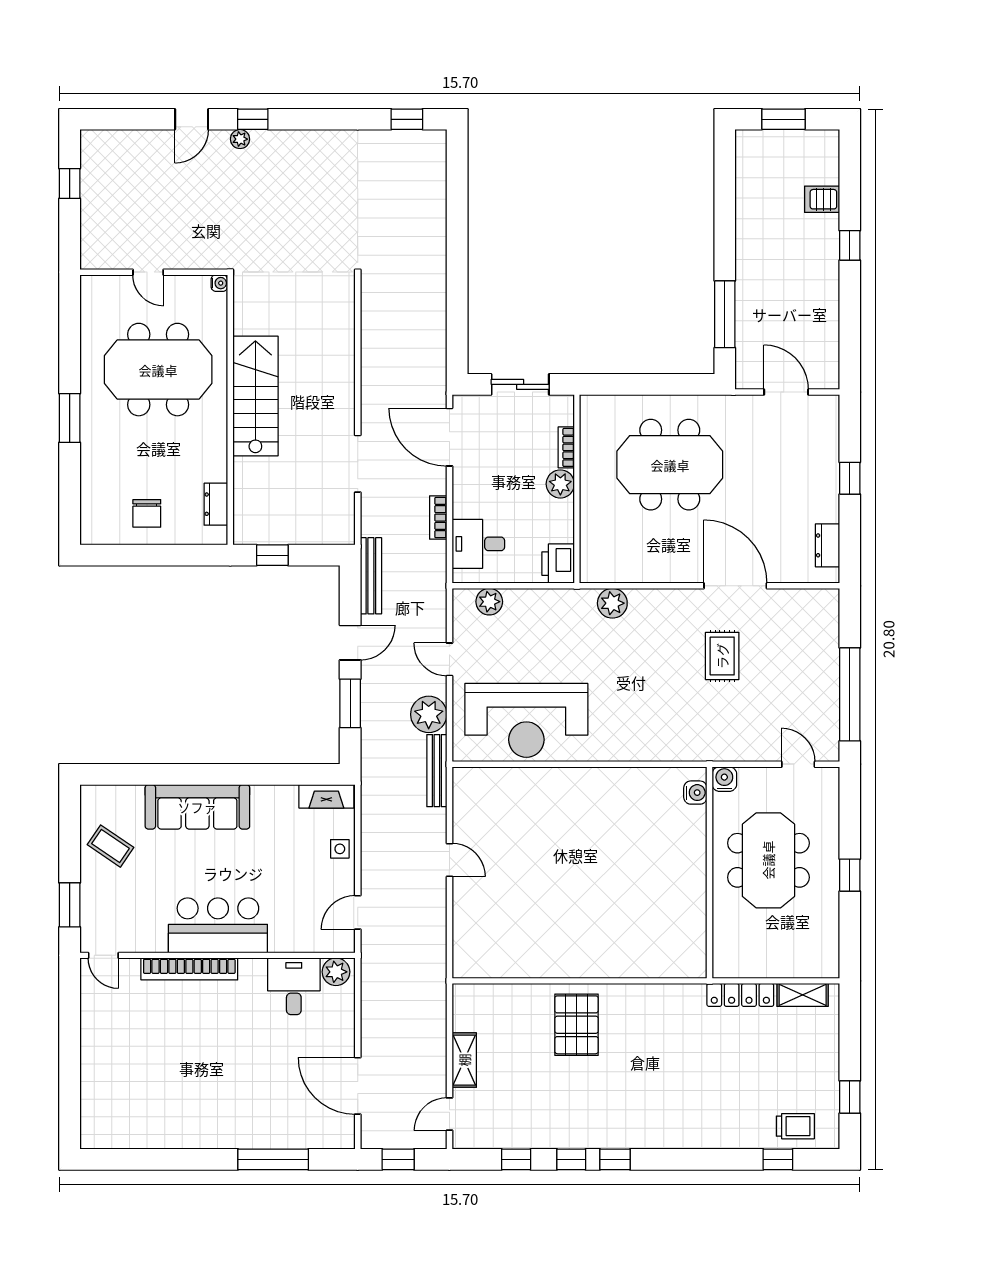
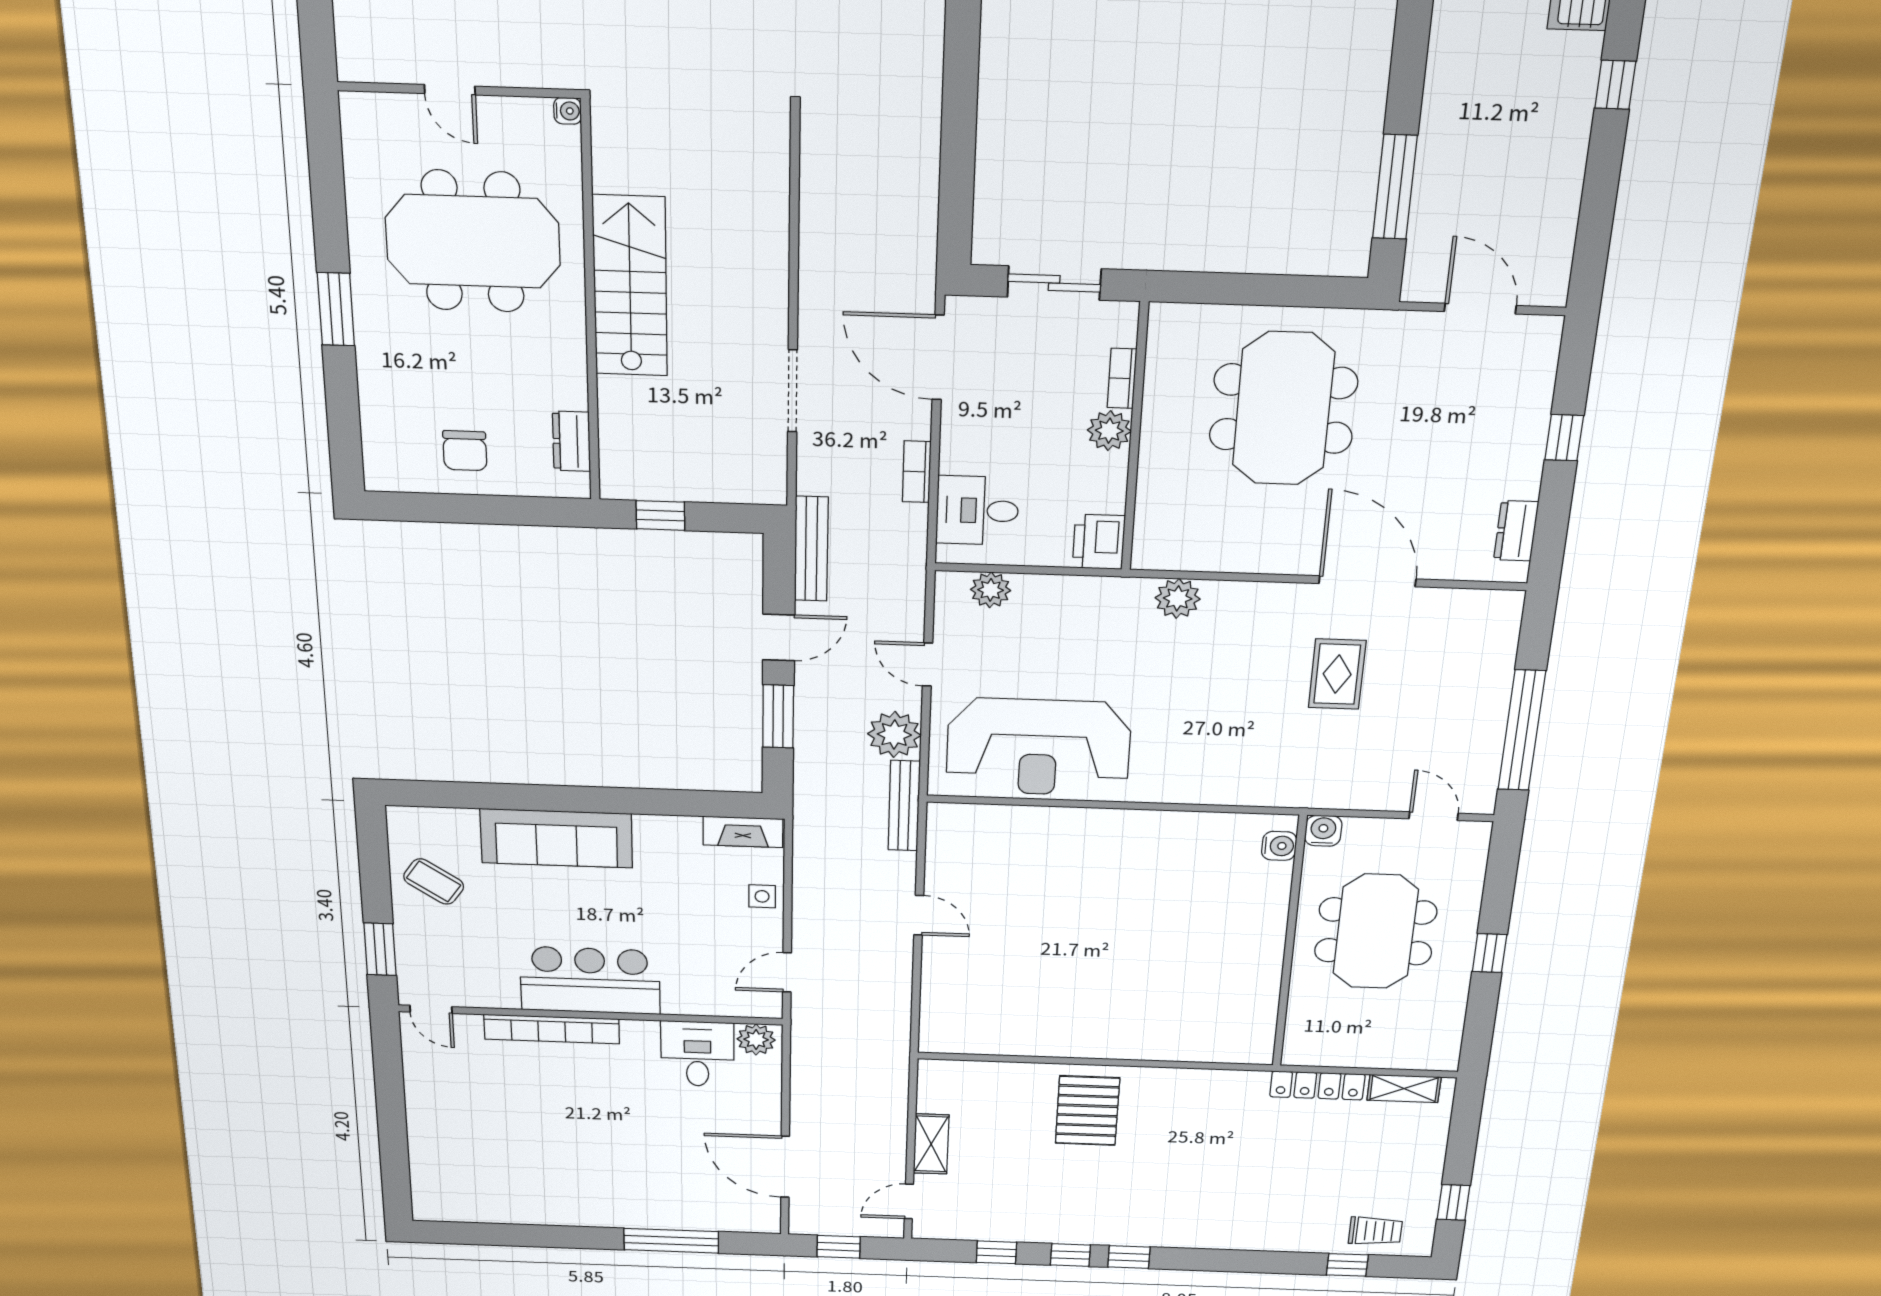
meeting table: (670, 465) -> (1283, 409), turned 90

